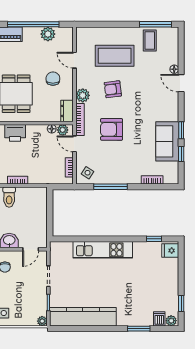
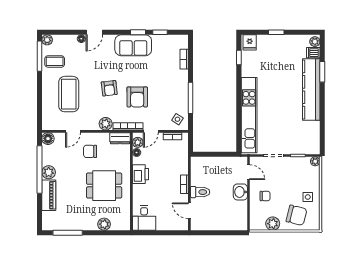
plant: (173, 32) -> (47, 40), added
floor lamp: (67, 33) -> (48, 139), added
plant: (48, 34) -> (49, 172), moved
armchair: (113, 89) -> (109, 88), moved
printer: (15, 133) -> (140, 174), moved
sofa: (167, 141) -> (133, 45), moved
kitchen unit: (103, 250) -> (249, 115), width x1.36
window: (181, 303) -> (276, 32), moved
kitchen counter: (83, 317) -> (311, 90), moved

